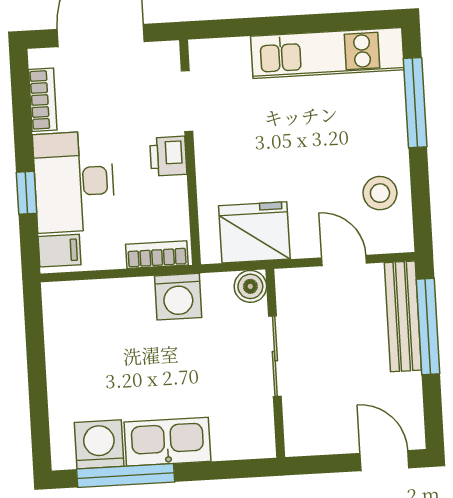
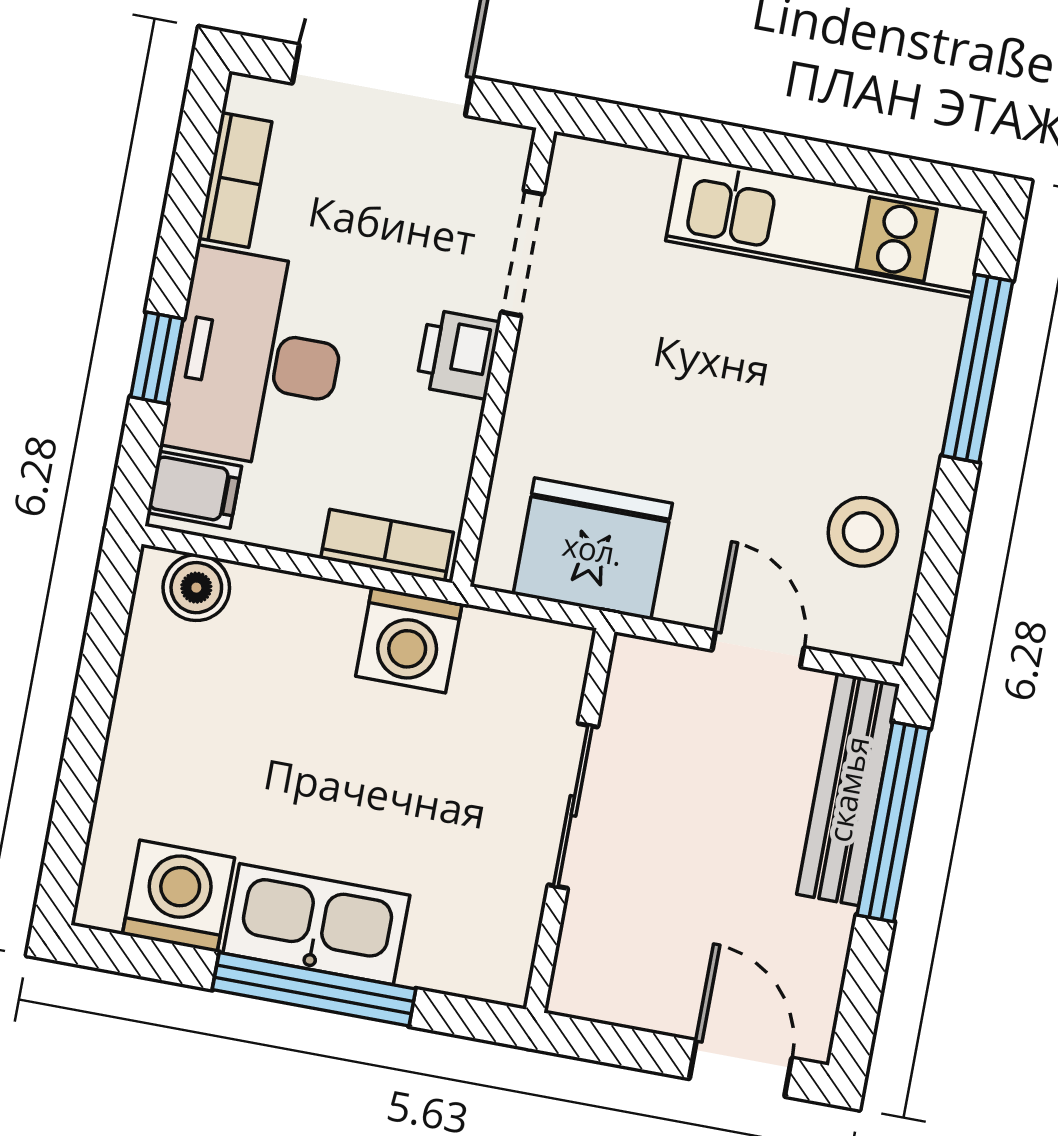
boiler: (250, 286) -> (196, 588), moved
window: (126, 475) -> (314, 989), moved

